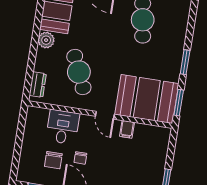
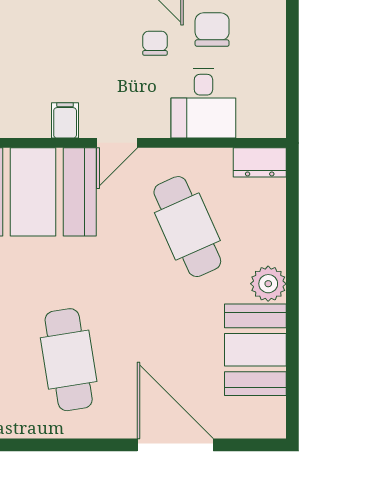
dresser: (38, 85) -> (260, 162), moved, turned -90
door: (105, 115) -> (117, 143), swing flipped

